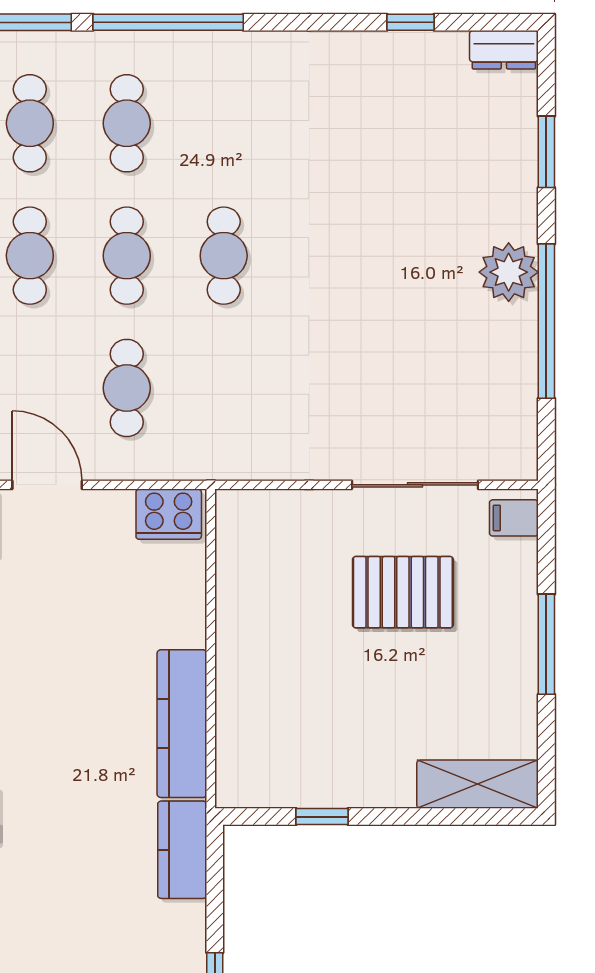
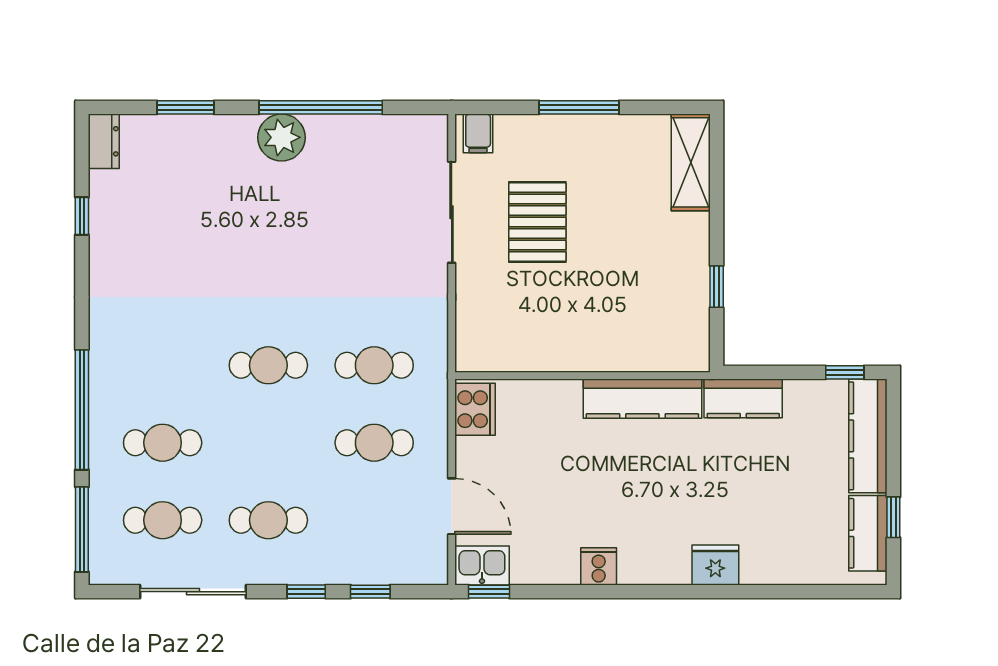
cafe table: (127, 256) -> (374, 365), moved
door: (47, 485) -> (452, 506), swing flipped

